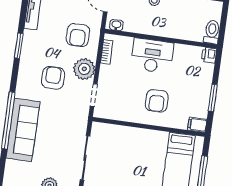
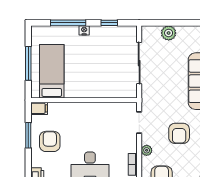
plant: (84, 69) -> (147, 150), width x0.53, depth x0.53
armchair: (157, 101) -> (50, 141), moved

